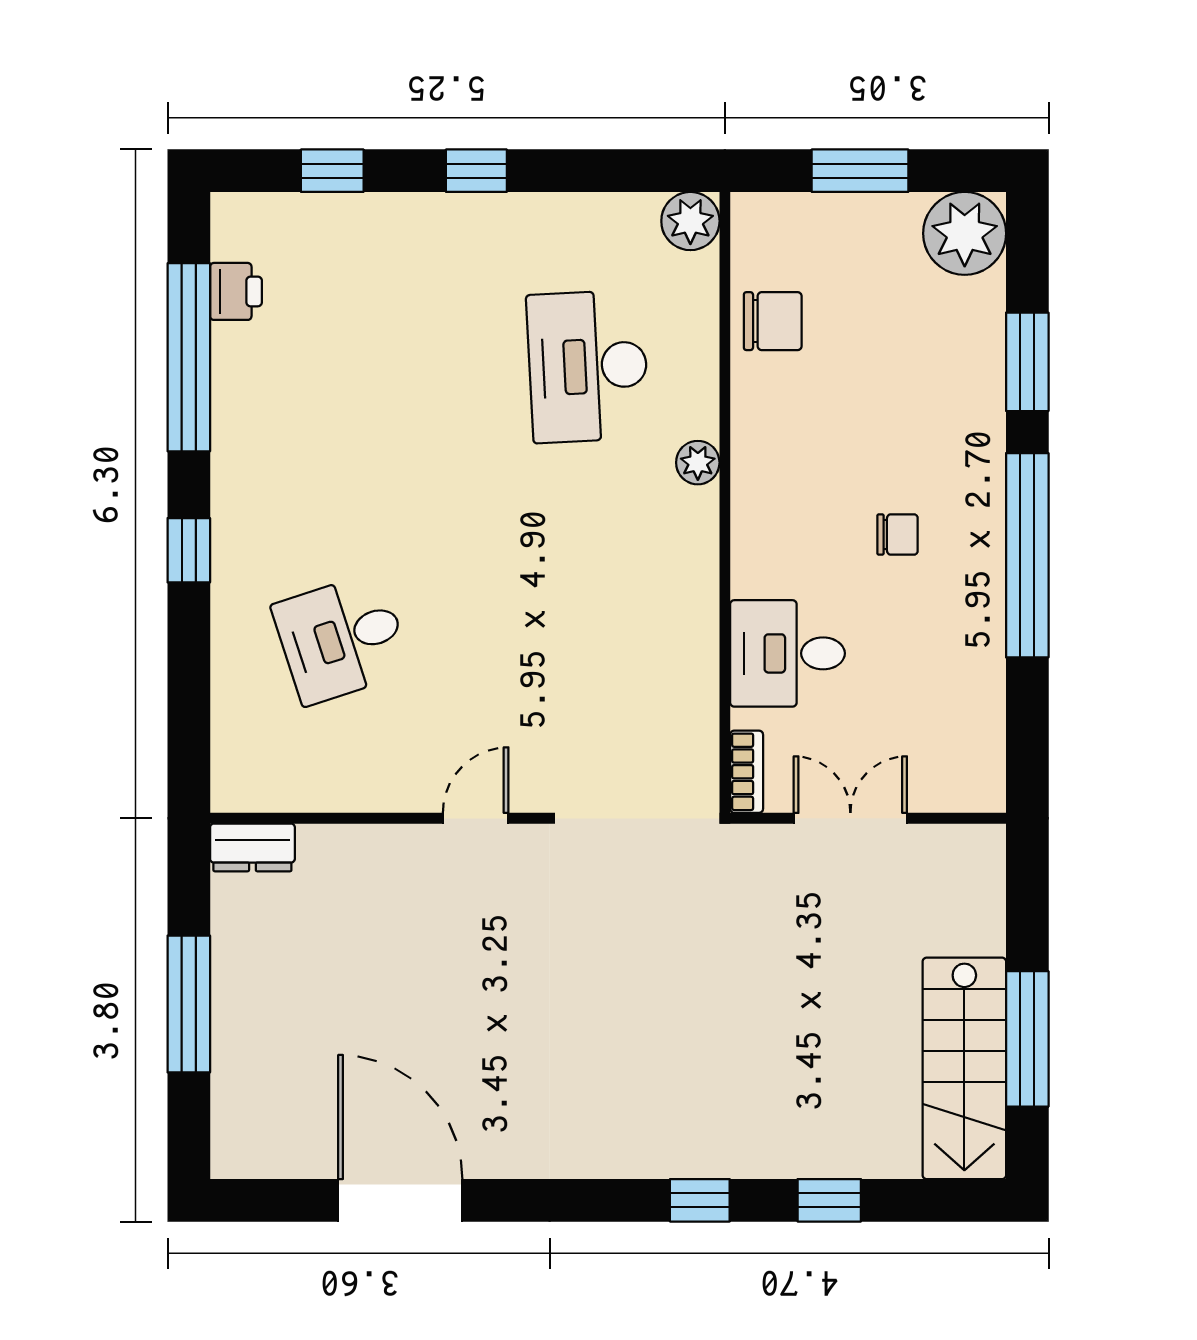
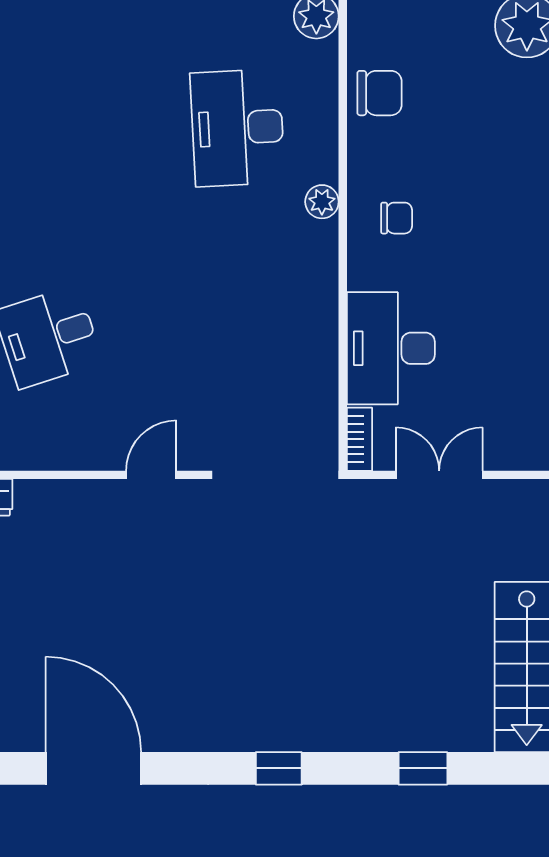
chair: (897, 535) -> (397, 218), moved
desk: (787, 653) -> (391, 348), width x1.37
window: (700, 1200) -> (279, 768), moved

